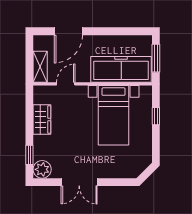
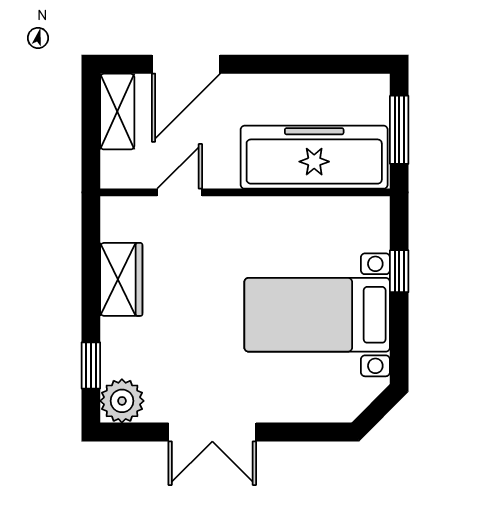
shelving: (40, 67) -> (117, 112), moved
bed with nightstands: (114, 115) -> (317, 315), moved, turned 90

